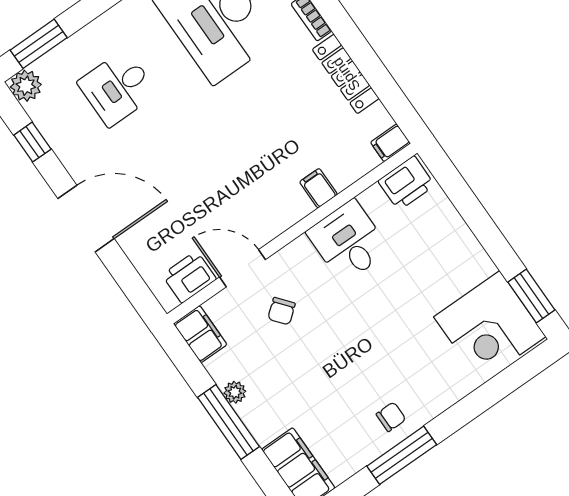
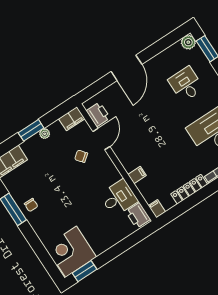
window: (32, 142) -> (162, 44), removed
desk: (348, 241) -> (119, 198), moved
window: (228, 422) -> (31, 130), width x0.69

